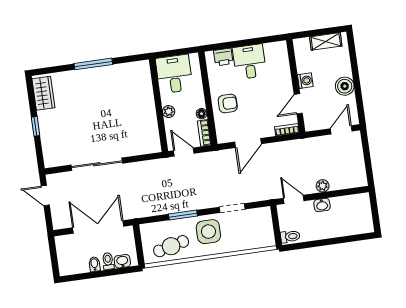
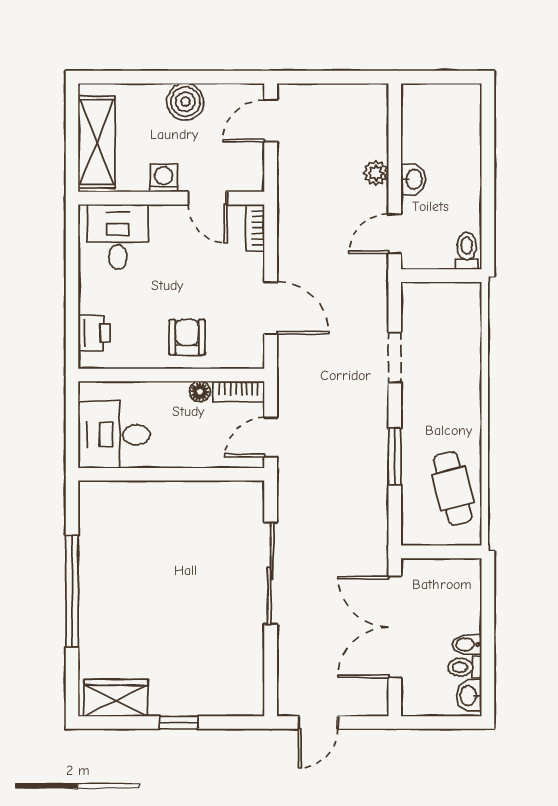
shelving: (326, 41) -> (97, 142), width x1.50, depth x1.33
desk: (249, 62) -> (118, 237), moved, turned 90
window: (93, 64) -> (72, 591), width x1.46
plant: (169, 112) -> (187, 456), removed
door: (341, 130) -> (271, 121), hinge flipped
sliding door: (97, 164) -> (271, 573), moved
side table: (208, 232) -> (434, 411), removed
toilet: (108, 261) -> (465, 667), moved
washbasin: (122, 261) -> (469, 696), moved

